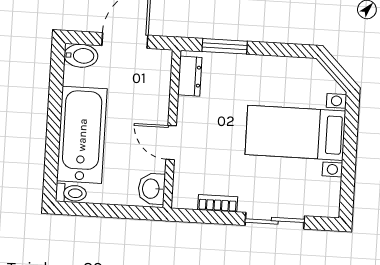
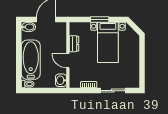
window: (225, 46) -> (100, 20), moved
dresser: (190, 76) -> (74, 44), moved
bed with nightstands: (295, 133) -> (108, 42), moved, turned -90

